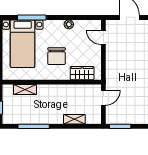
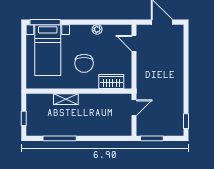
window: (32, 17) -> (45, 22), moved
shelving: (25, 90) -> (66, 99), moved
shelving: (74, 119) -> (103, 131), removed

